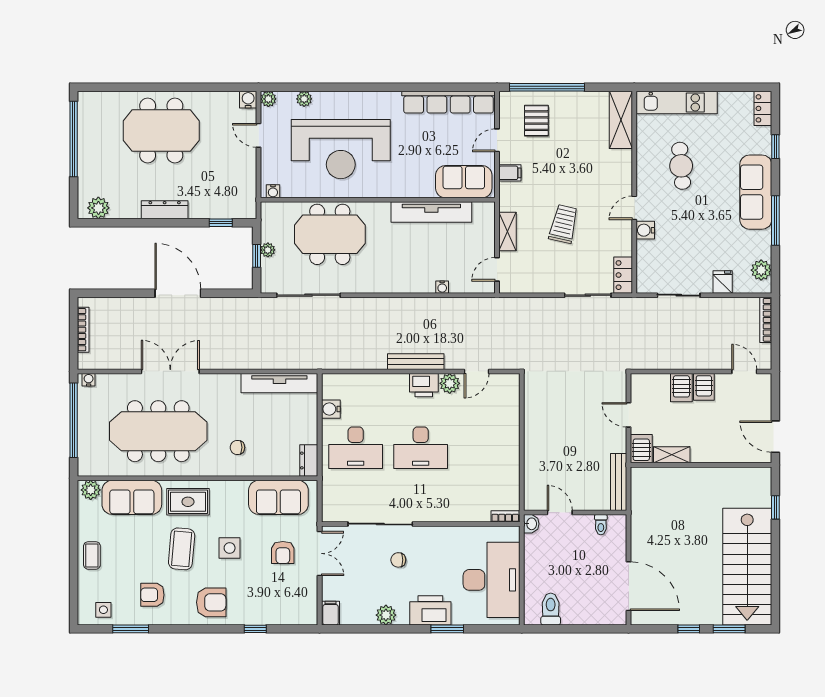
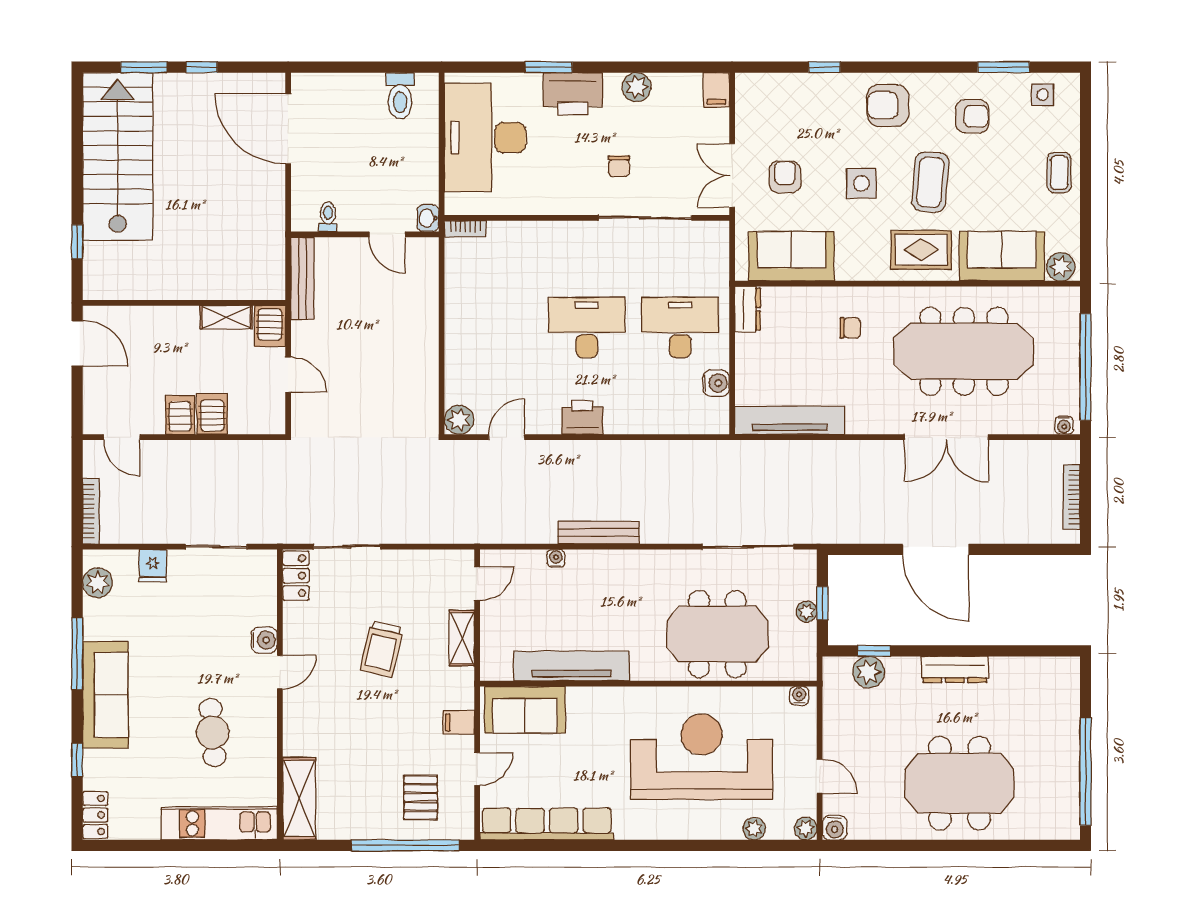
plant: (98, 208) -> (869, 672), moved
bench: (416, 362) -> (599, 533), moved
plant: (450, 383) -> (459, 420), moved
chair: (398, 560) -> (619, 166), turned 90

